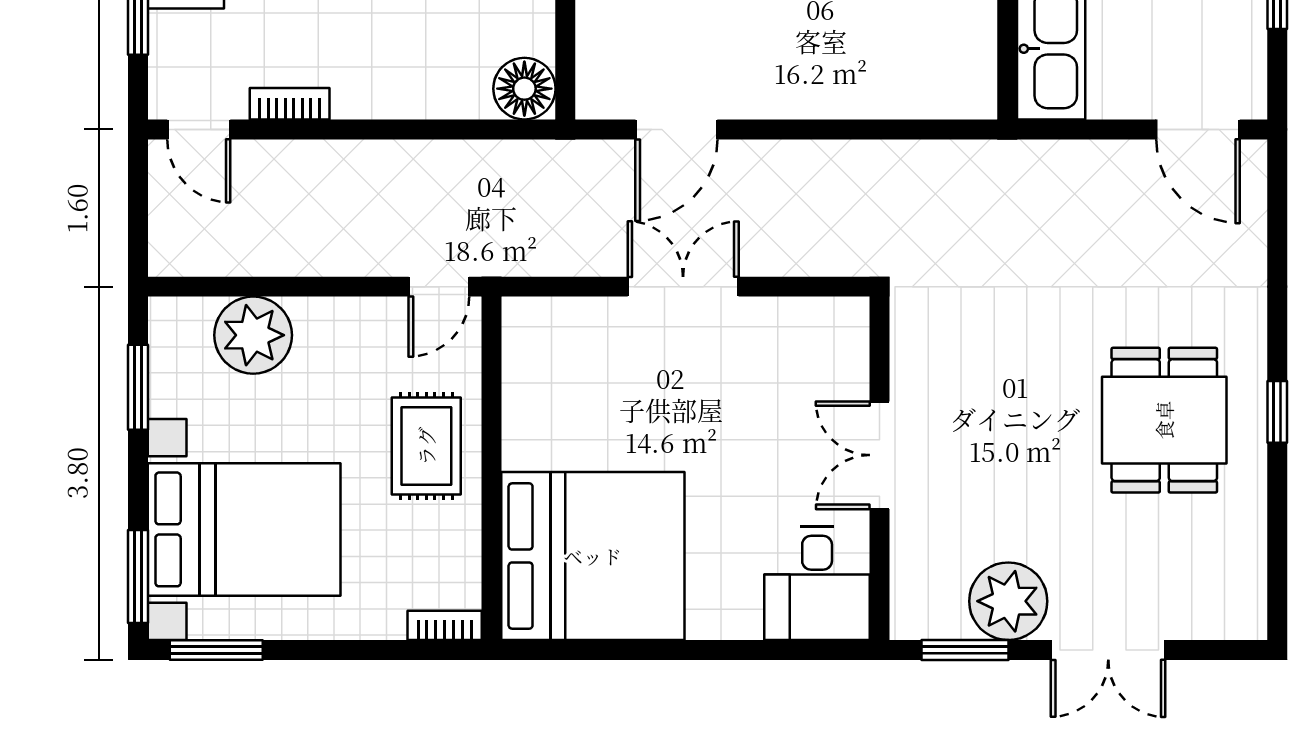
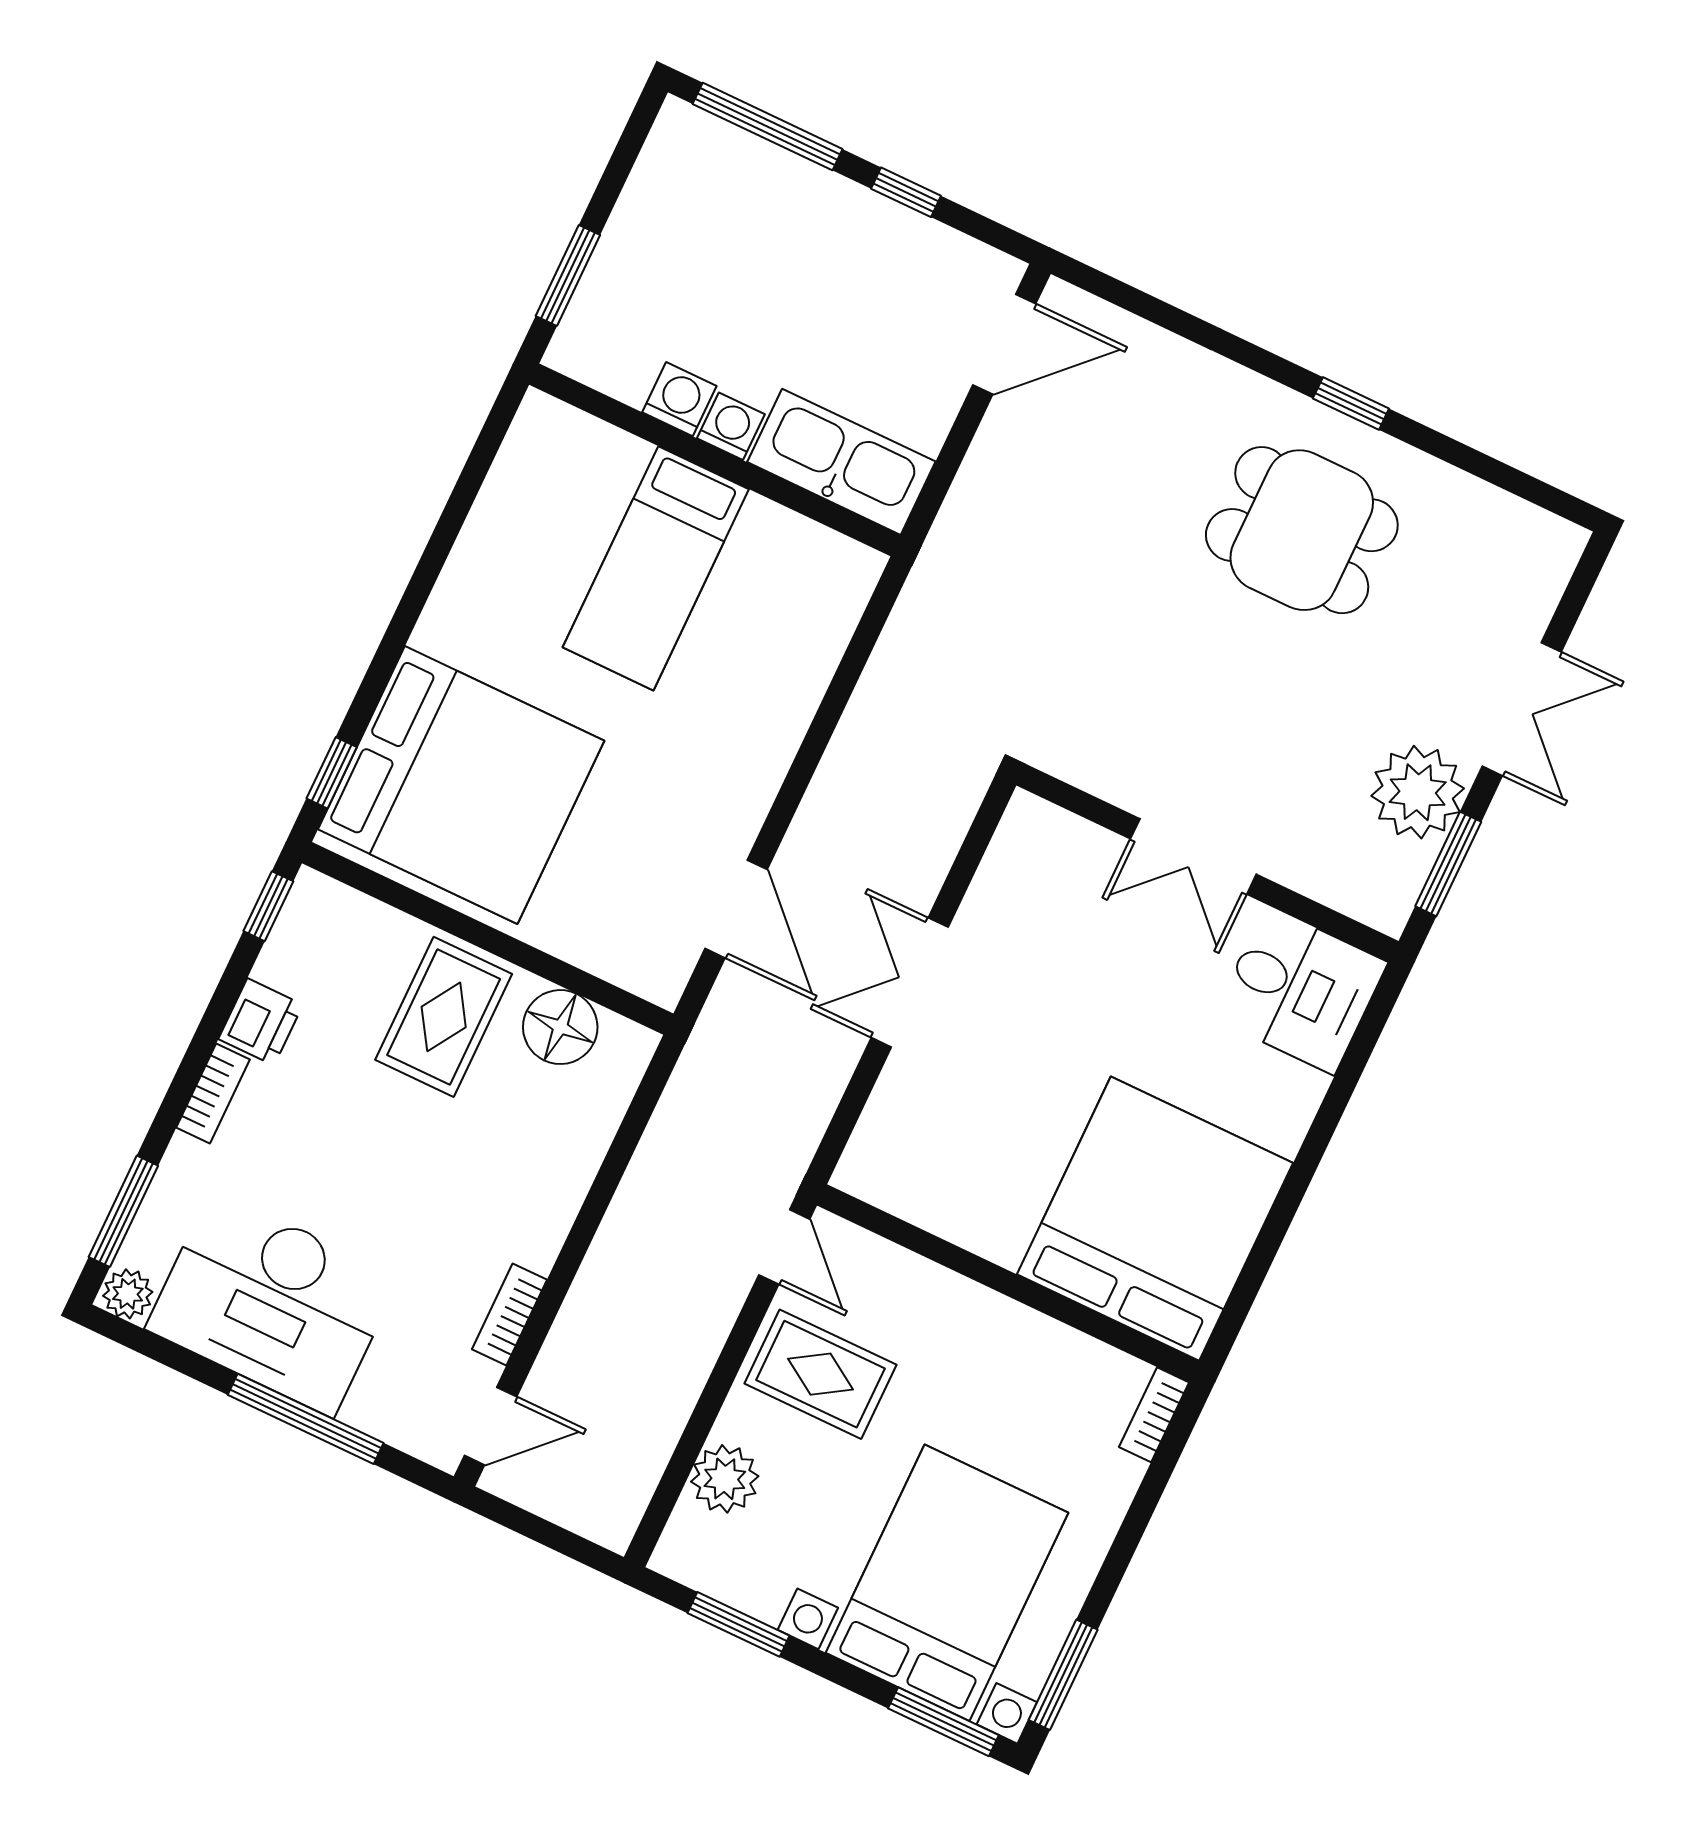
floor lamp: (524, 89) -> (560, 1027), moved
plant: (253, 335) -> (725, 1479), width x0.73, depth x0.73
rug: (426, 446) -> (820, 1374), moved

